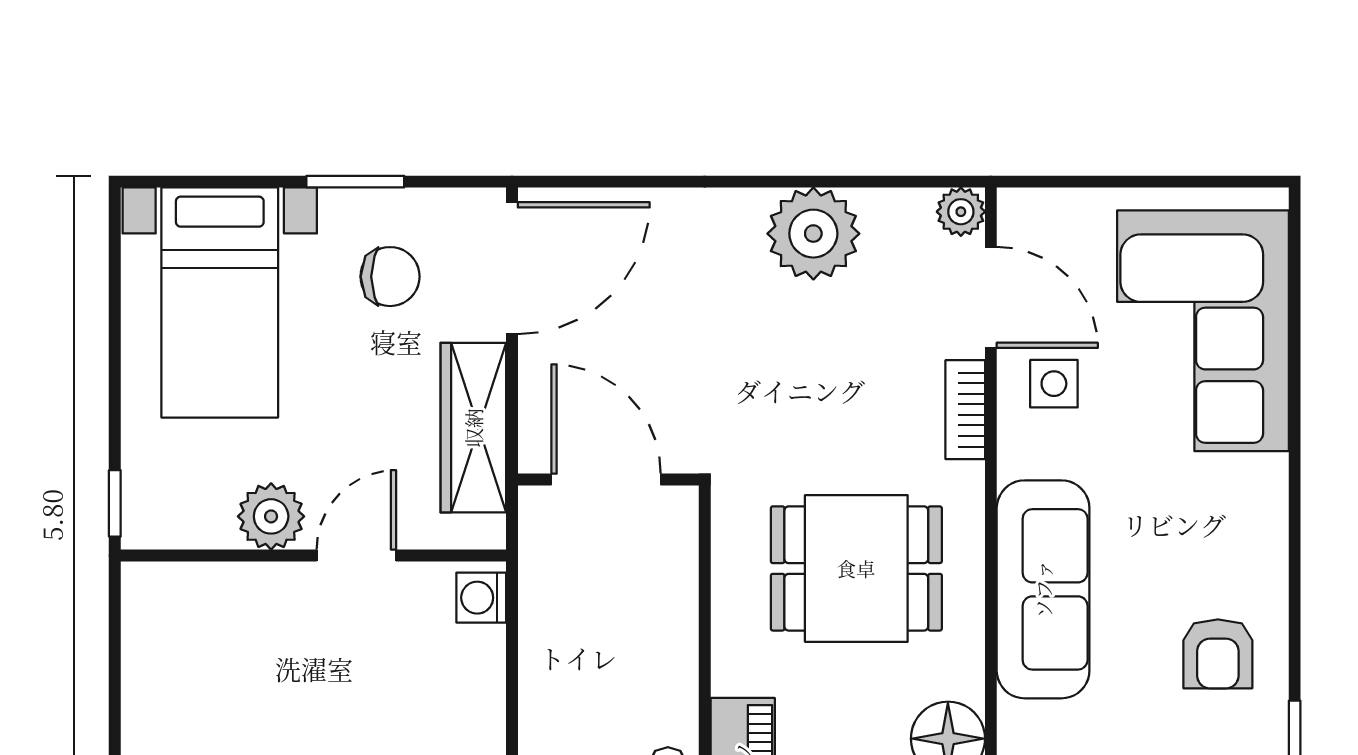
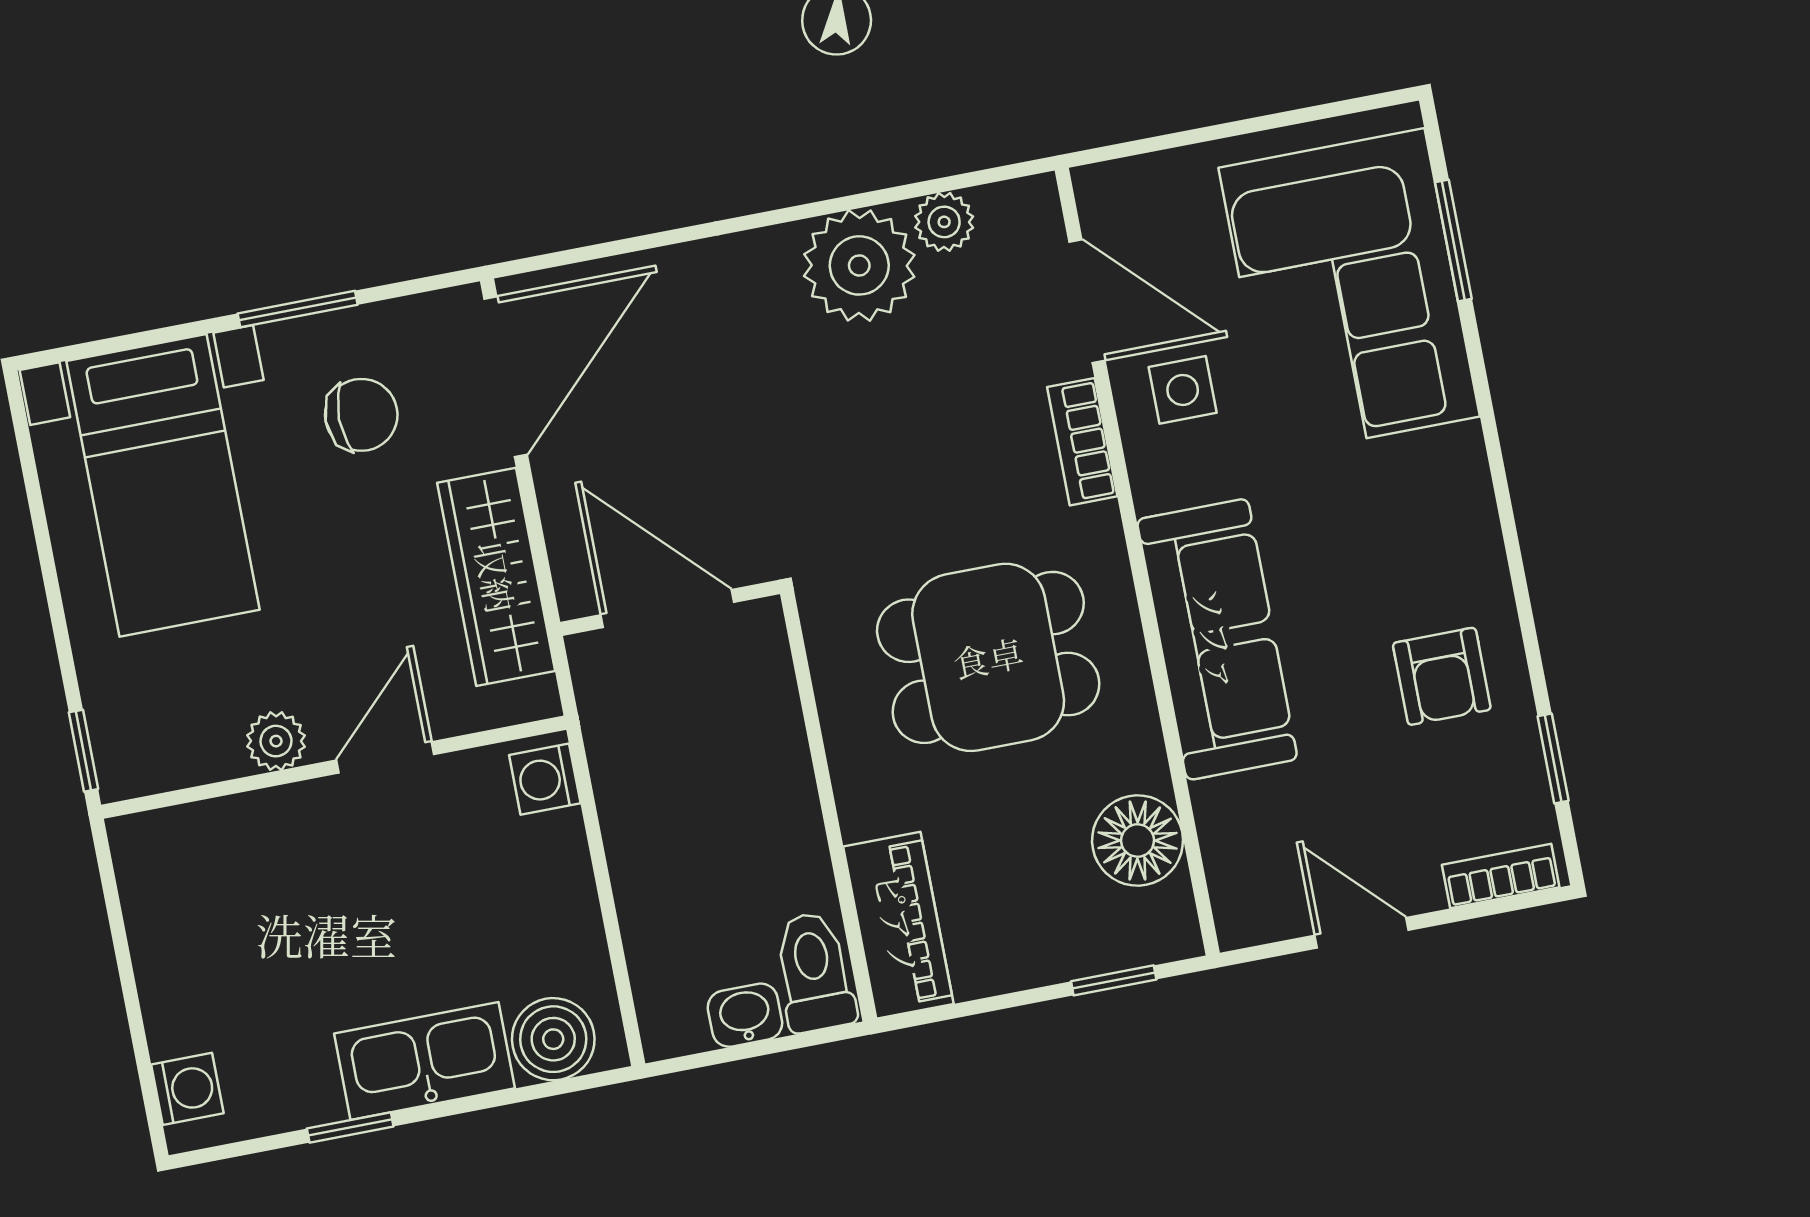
plant: (961, 212) -> (944, 222), moved
window: (1295, 305) -> (1453, 241), added
plant: (271, 516) -> (276, 741), width x0.73, depth x0.73

